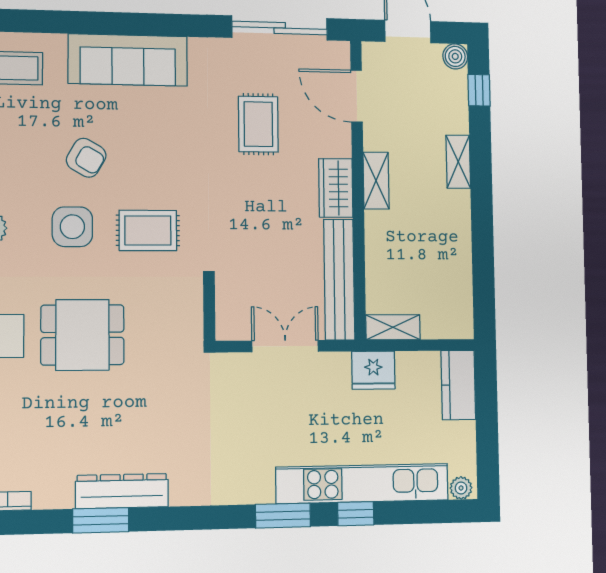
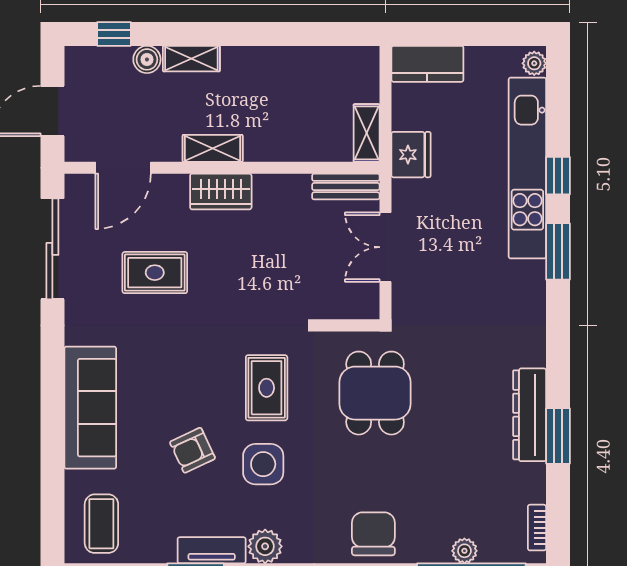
boiler: (455, 56) -> (147, 59), moved
armchair: (86, 158) -> (192, 450), turned -145
bench: (339, 280) -> (346, 187), width x0.54, depth x0.82
dining table: (82, 335) -> (375, 393), moved

